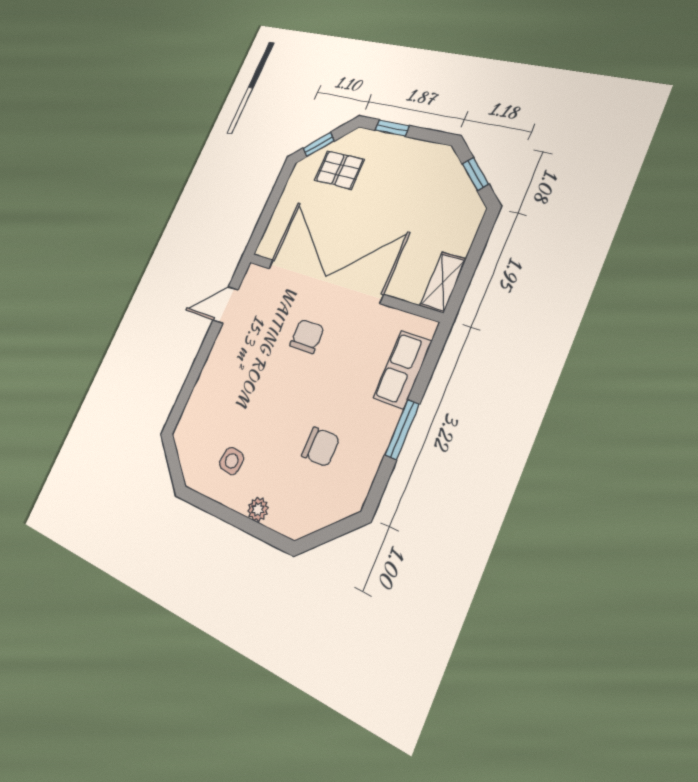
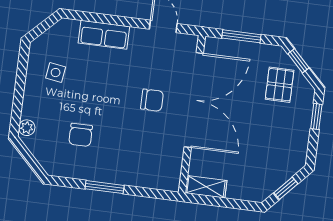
window: (269, 210) -> (241, 36), added
row of seats: (402, 369) -> (104, 35), moved, turned 180
plant: (258, 509) -> (27, 128), moved

